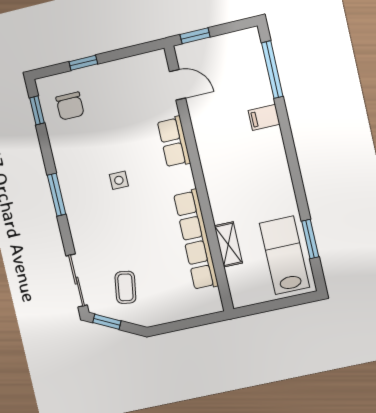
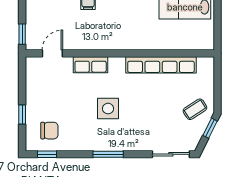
side table: (119, 180) -> (108, 109), width x1.87, depth x1.87
shelving: (228, 244) -> (169, 43), removed
coffee table: (125, 287) -> (195, 109), moved, turned -42
window: (107, 322) -> (210, 128), moved

